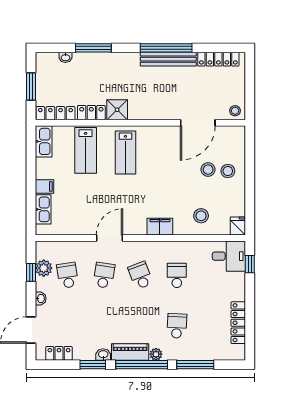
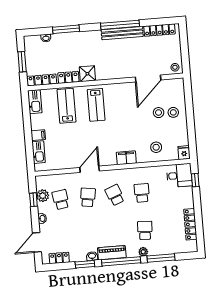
lab bench: (86, 150) -> (66, 106), turned 180
plant: (156, 354) -> (143, 252), moved

